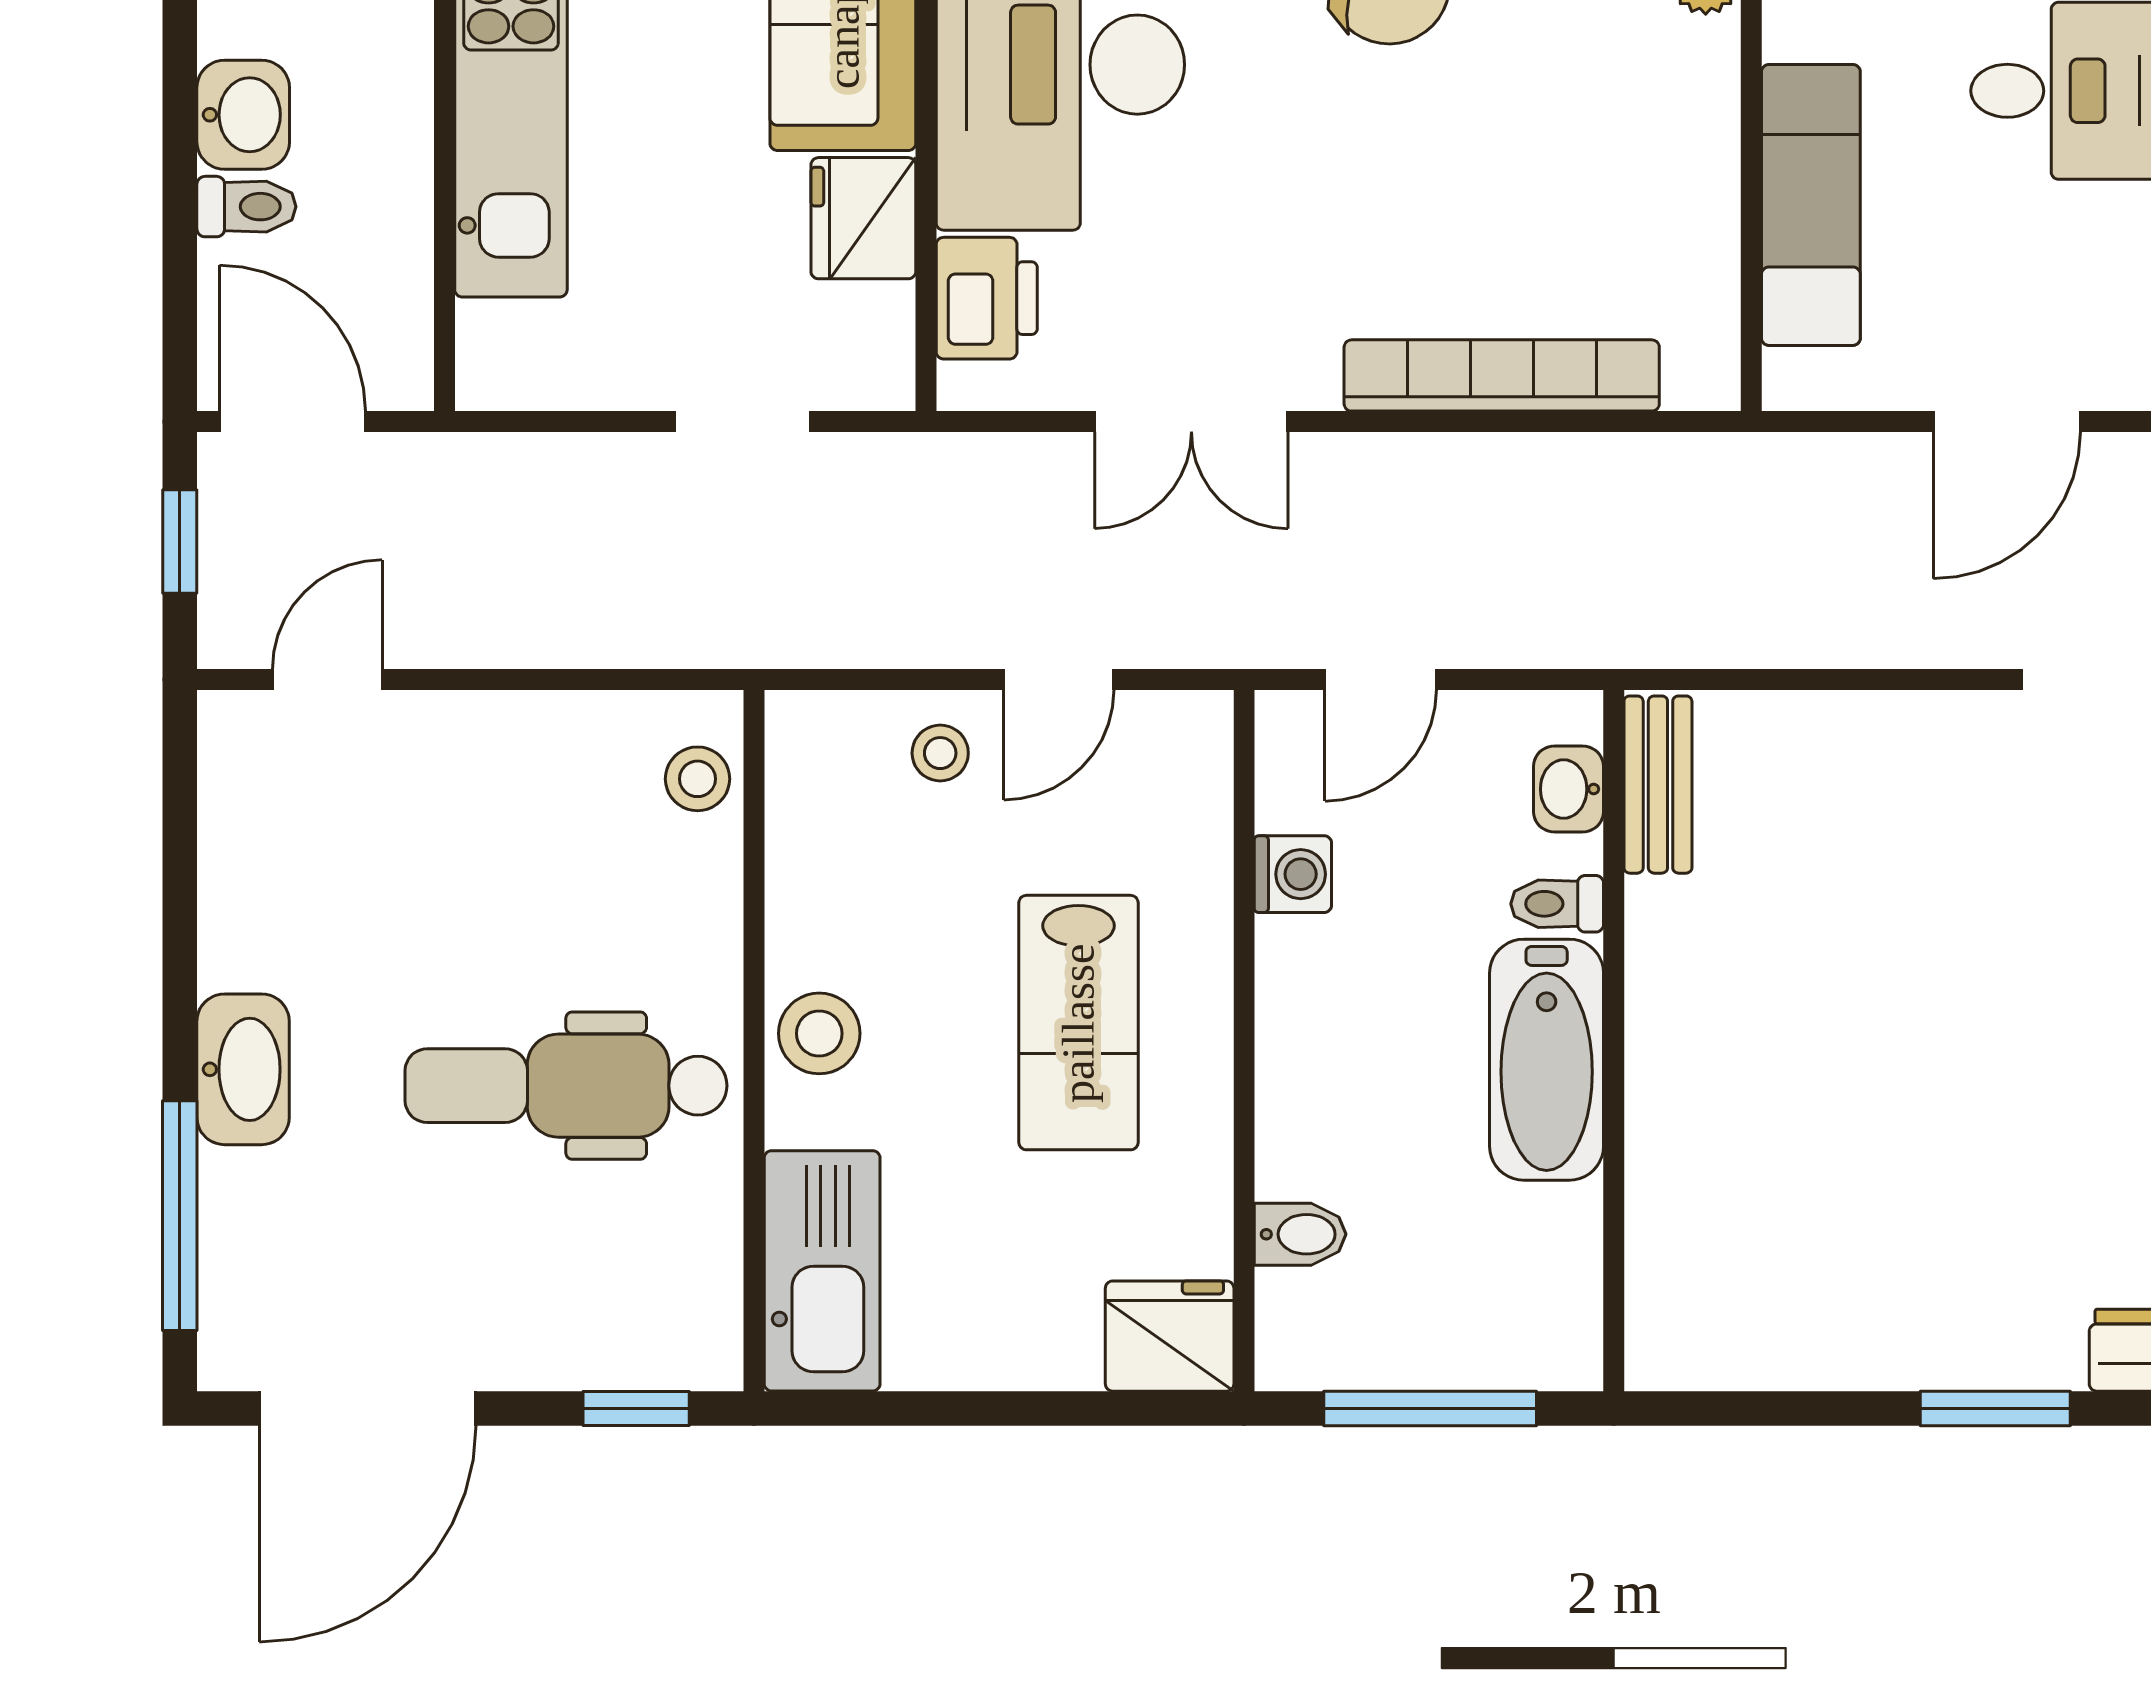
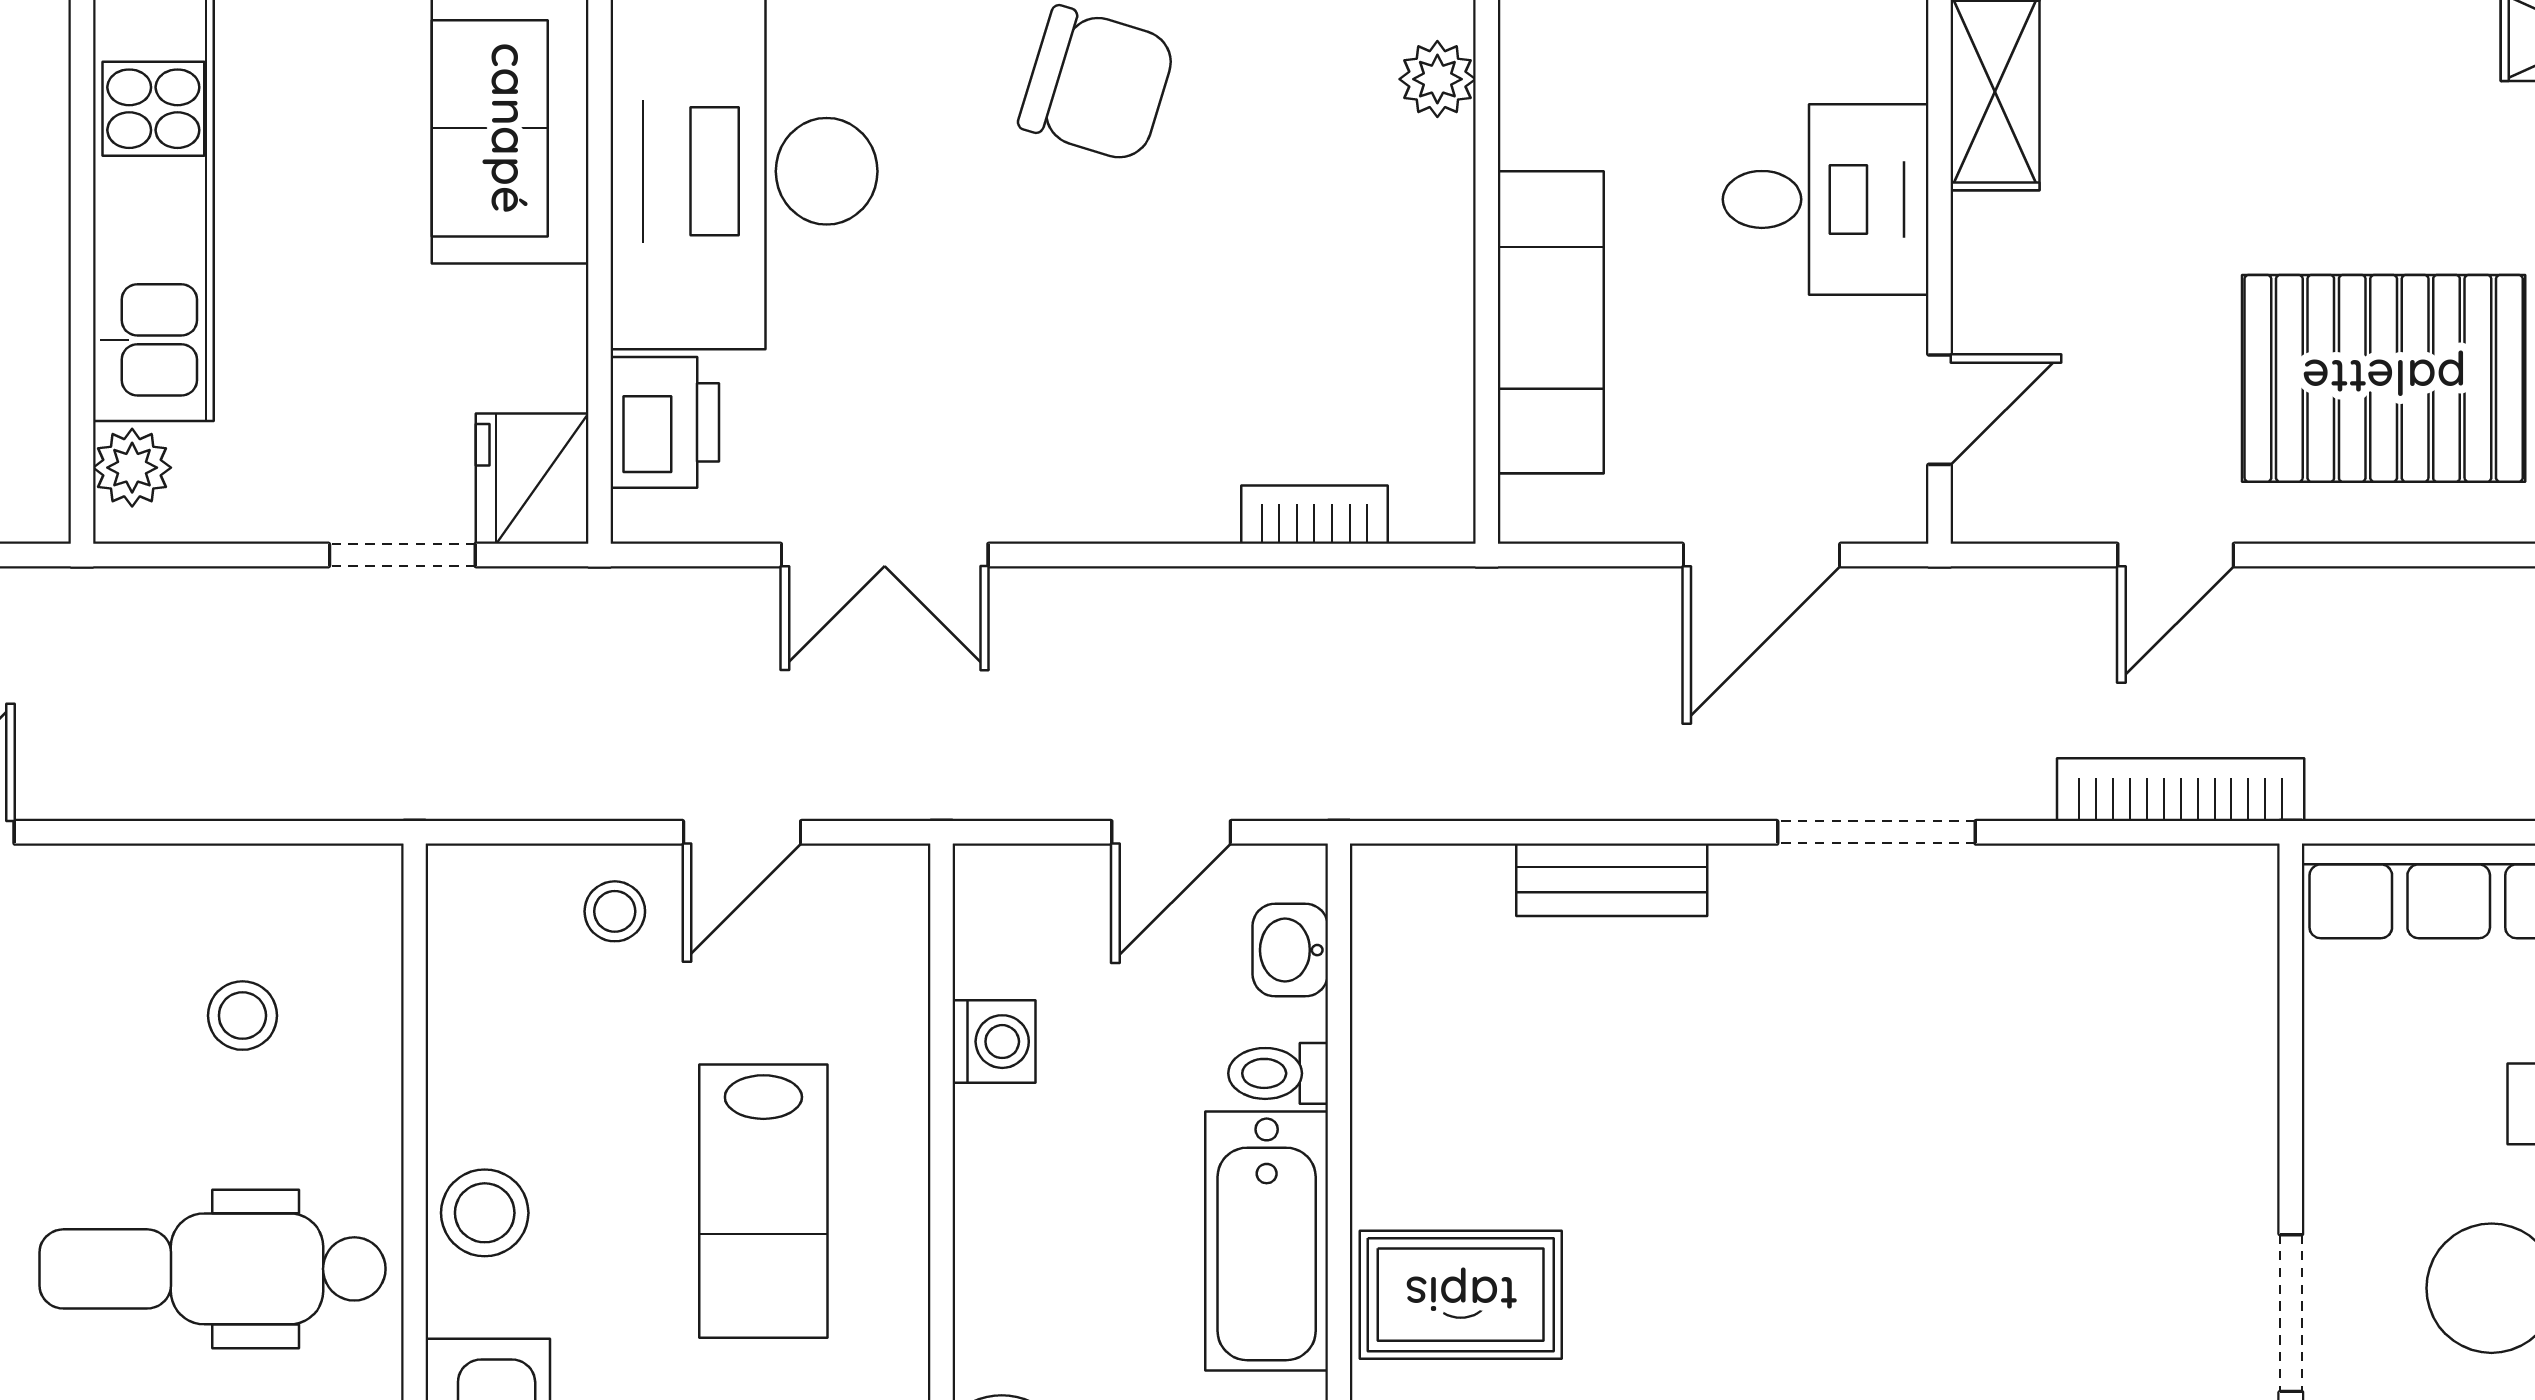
fridge: (863, 218) -> (532, 479), moved
plant: (491, 340) -> (132, 468), added
bookcase: (1502, 375) -> (1314, 515), width x0.43, depth x0.76
door: (1381, 679) -> (1171, 832), moved
stool: (698, 779) -> (242, 1016), moved
bench: (1658, 785) -> (1612, 880), moved, turned 90
rug: (1727, 1110) -> (1461, 1295), added

